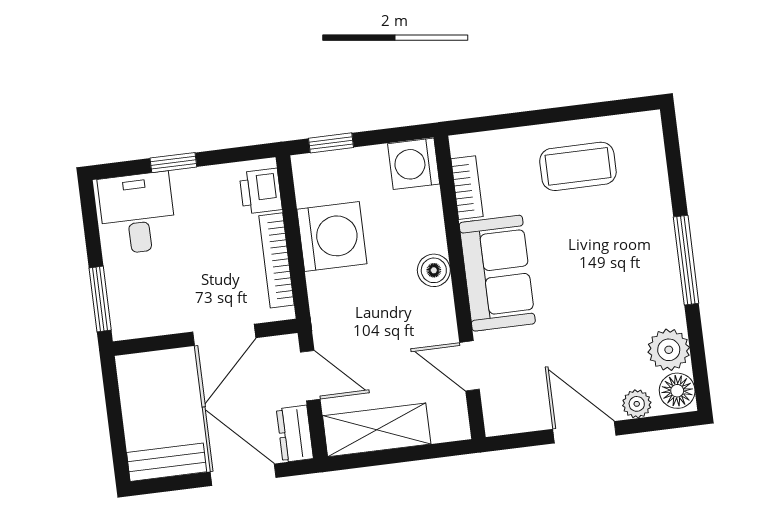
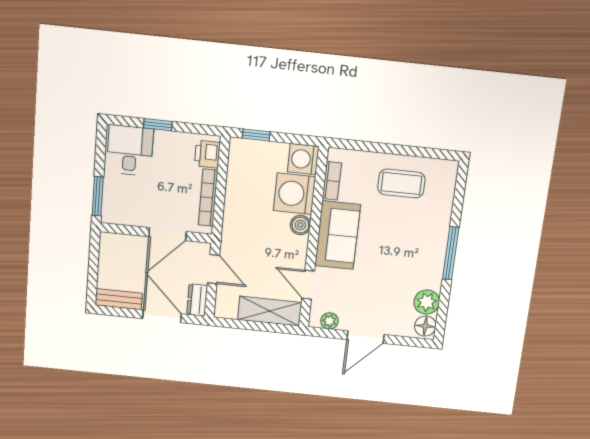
washing machine: (332, 237) -> (294, 194), moved, turned 180
plant: (637, 404) -> (329, 321), moved
shelving: (377, 430) -> (270, 311), moved
door: (584, 432) -> (366, 337), swing flipped

